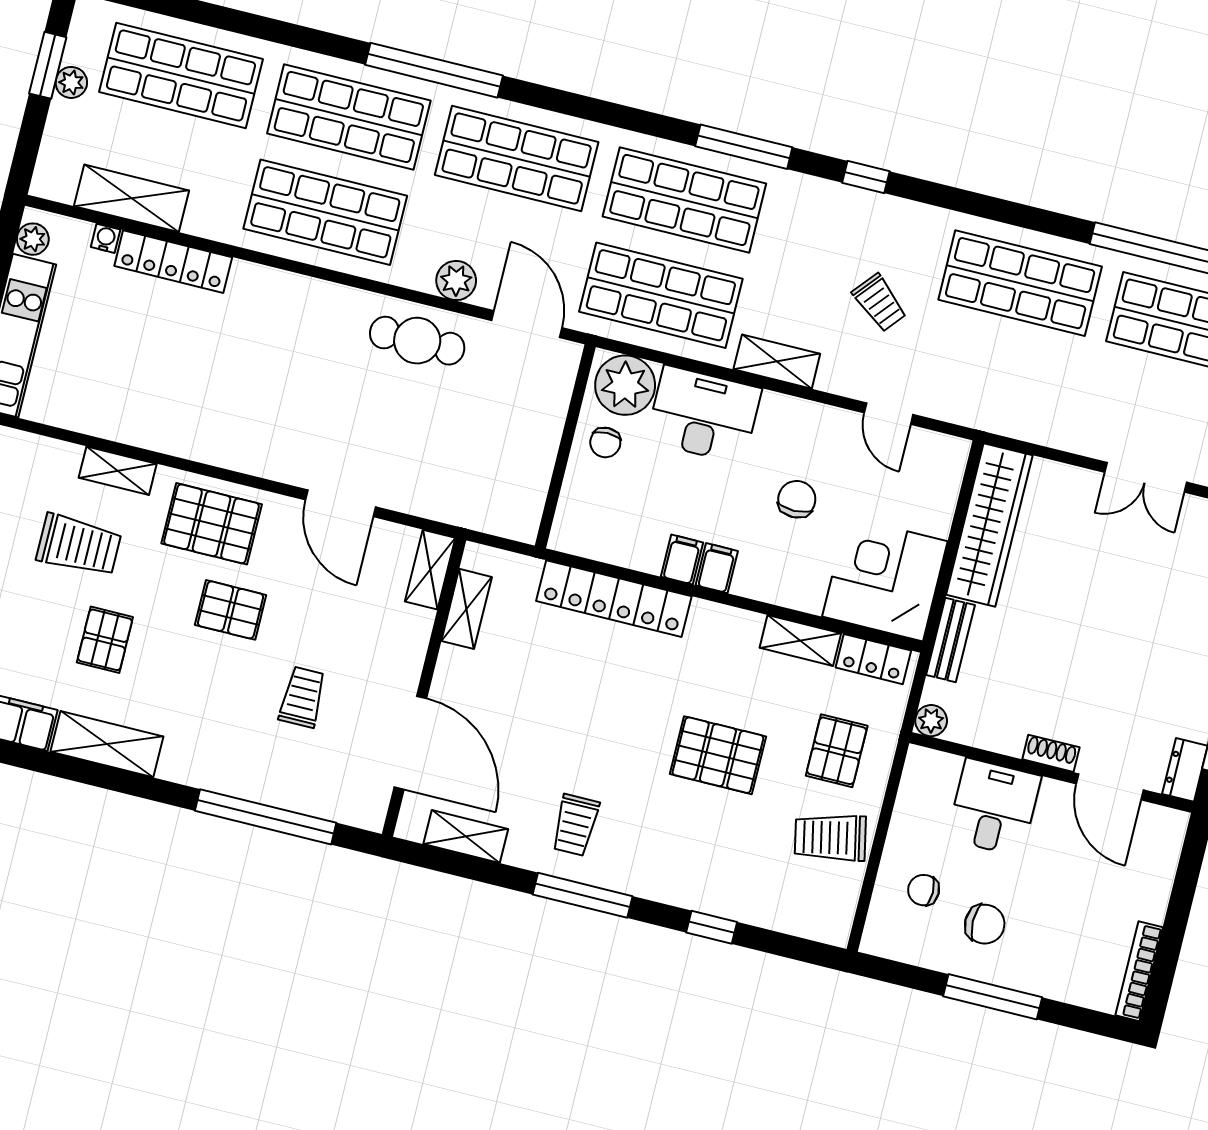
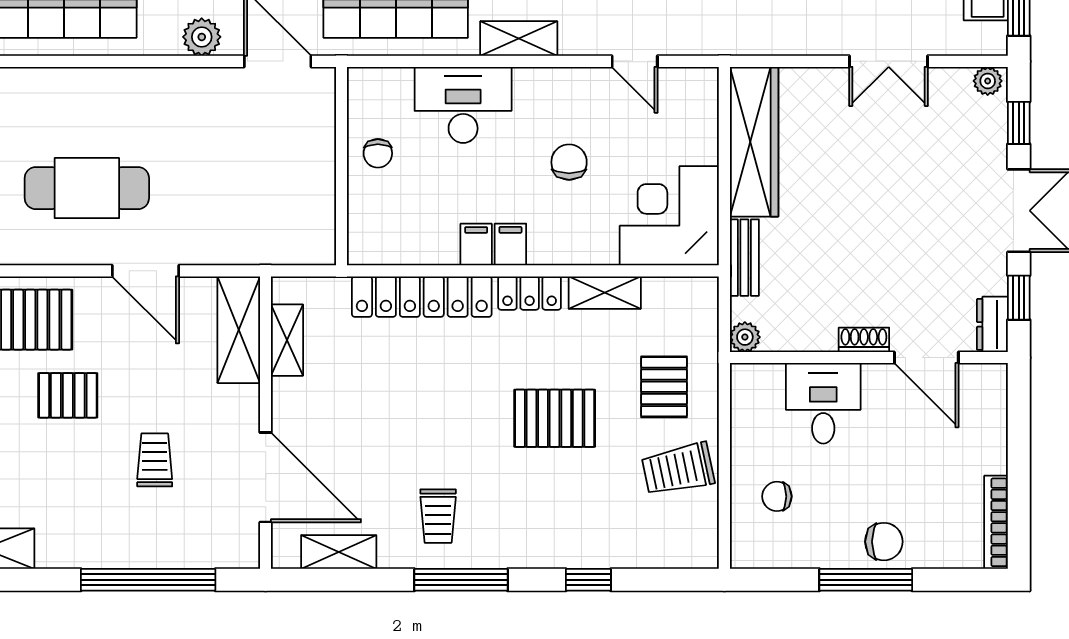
cafe table: (417, 341) -> (87, 188), moved, width x1.37, depth x1.35
plant: (625, 385) -> (383, 95), removed
shelving: (430, 570) -> (239, 330), width x1.50, depth x1.33
locker: (873, 659) -> (530, 293), moved
chair: (985, 924) -> (884, 542), moved

